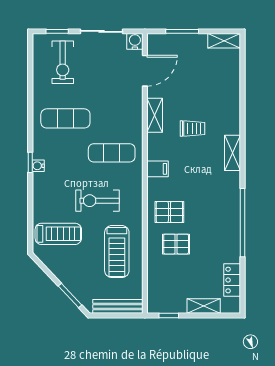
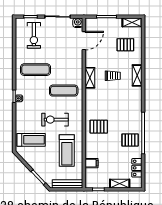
pallet: (213, 78) -> (125, 45), added
shelving: (155, 115) -> (90, 78), moved
shelving: (232, 153) -> (137, 75), moved
filing cabinet: (158, 169) -> (92, 163), moved
pallet: (176, 244) -> (130, 140), moved

